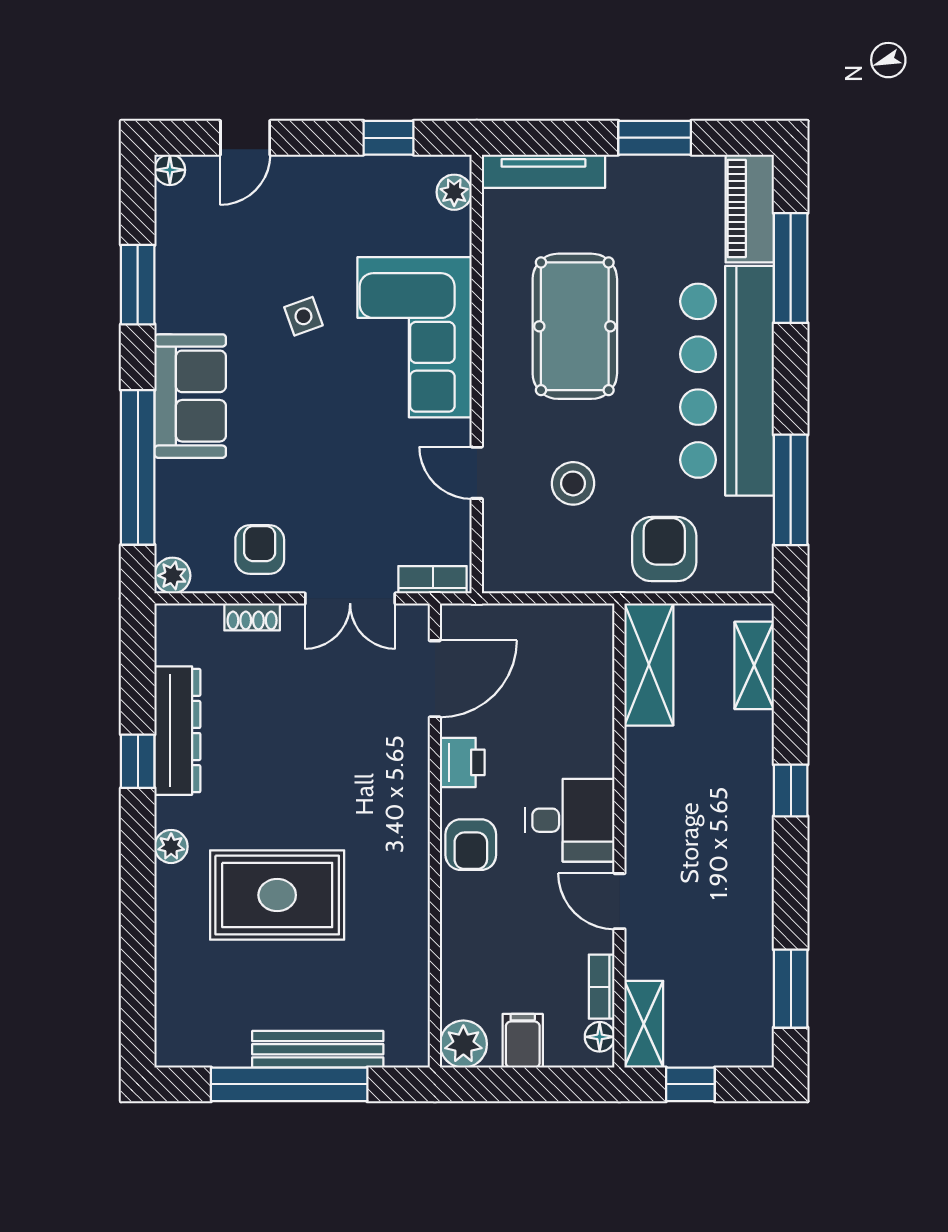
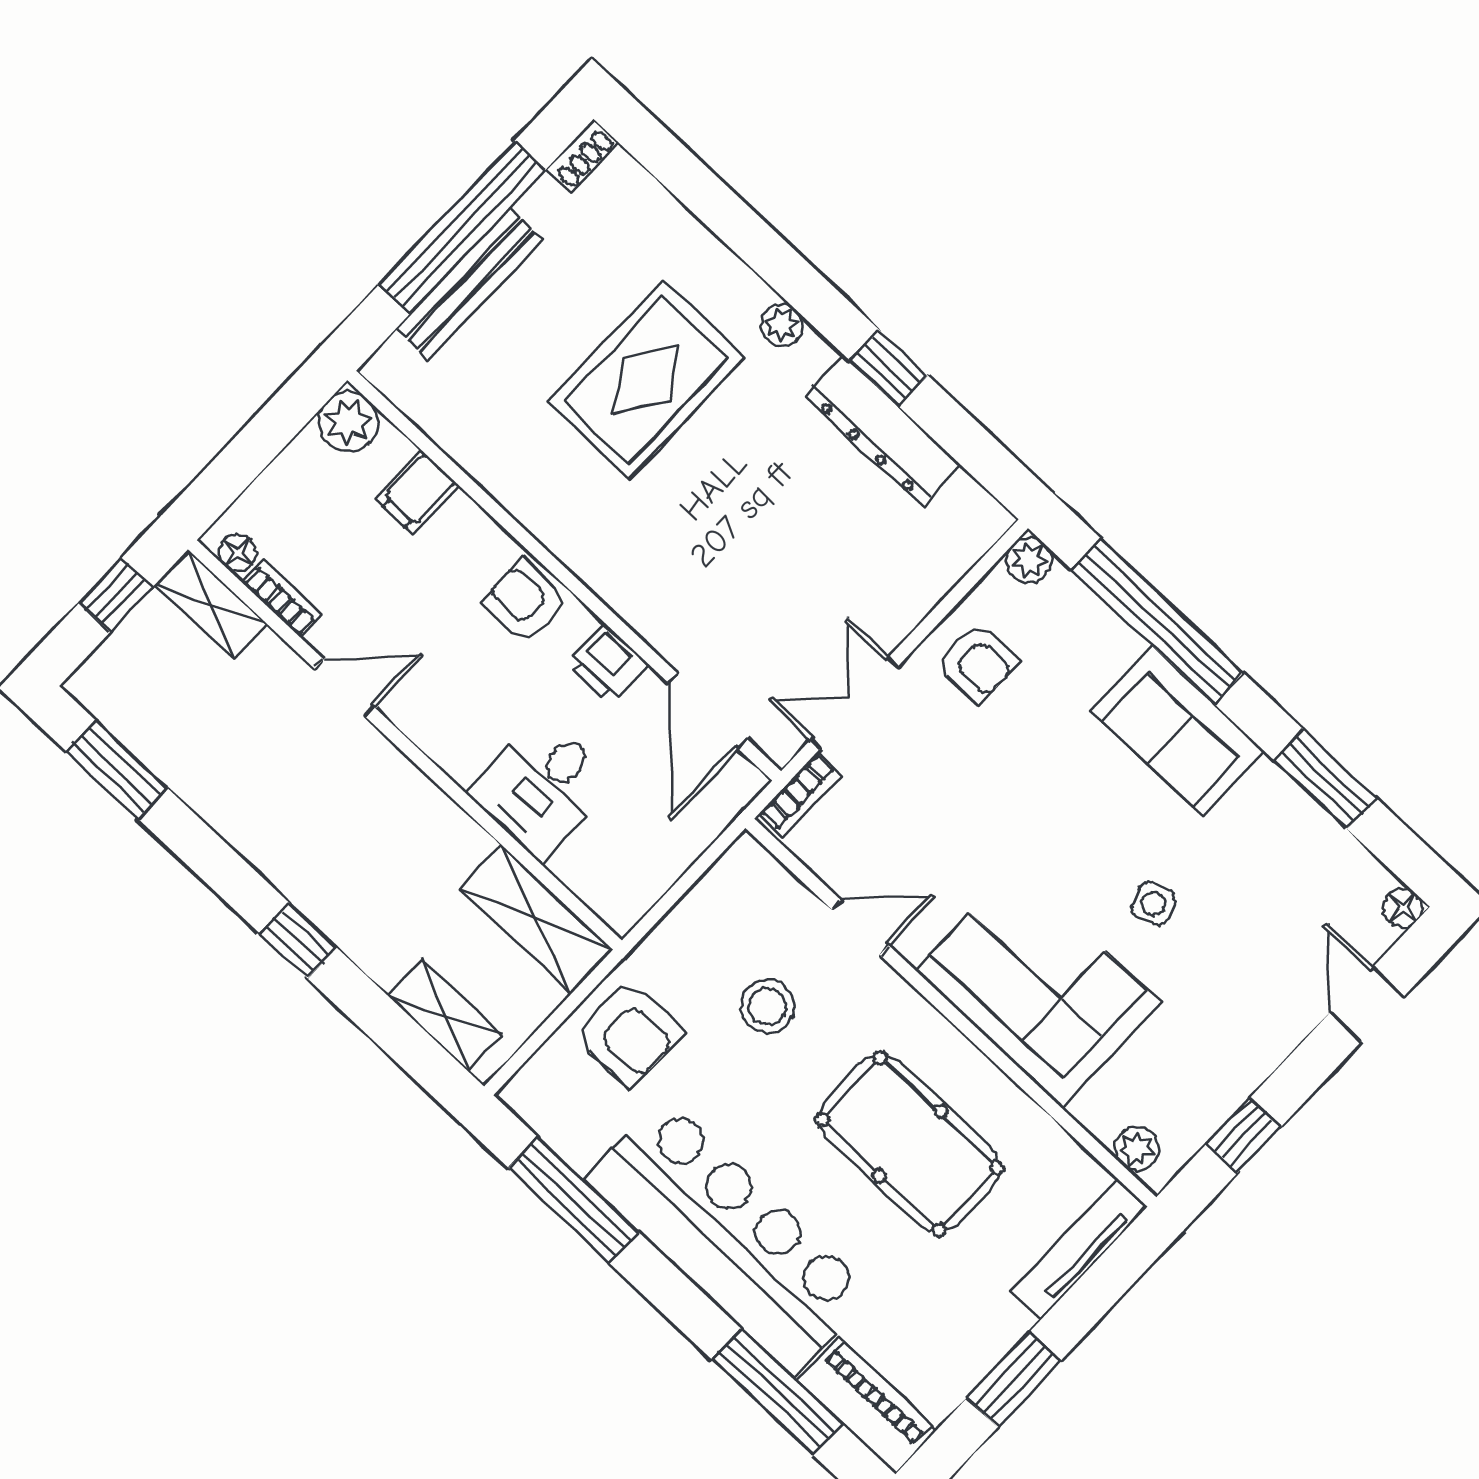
shoe rack: (252, 617) -> (582, 156), moved, turned 180
desk: (570, 820) -> (542, 788), moved
filing cabinet: (523, 1041) -> (417, 492), moved, turned 90

